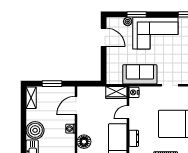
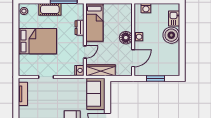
sofa: (140, 74) -> (96, 94), moved, turned 90
wardrobe: (116, 92) -> (101, 70), width x1.50
shelving: (31, 98) -> (175, 65), removed
floor lamp: (84, 142) -> (126, 38), moved

